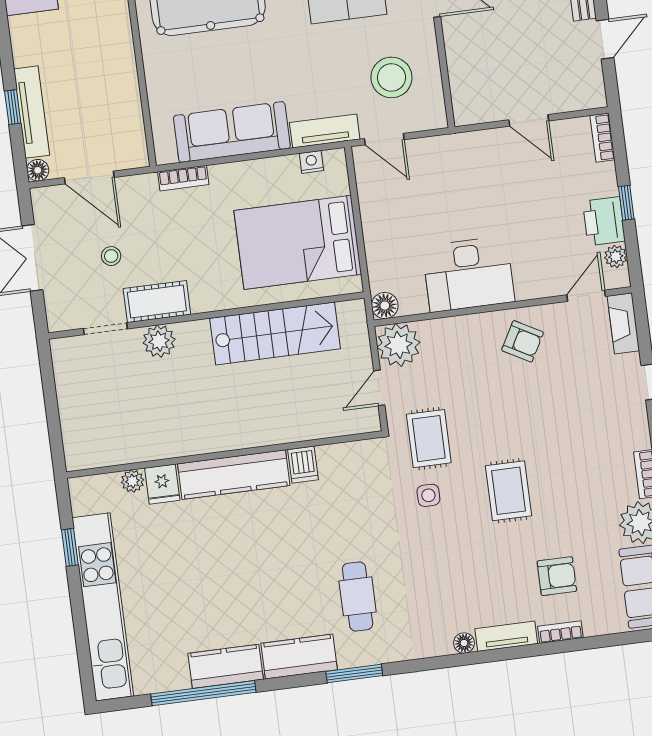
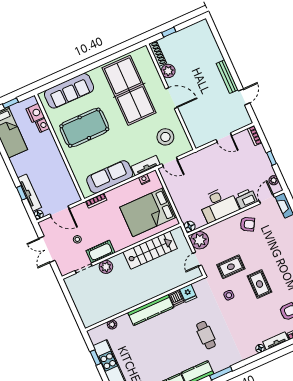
printer: (604, 221) -> (246, 199), moved, turned 90
rug: (429, 439) -> (231, 267), moved, turned 90
fridge: (162, 484) -> (188, 293), moved
cafe table: (358, 596) -> (206, 335), moved

